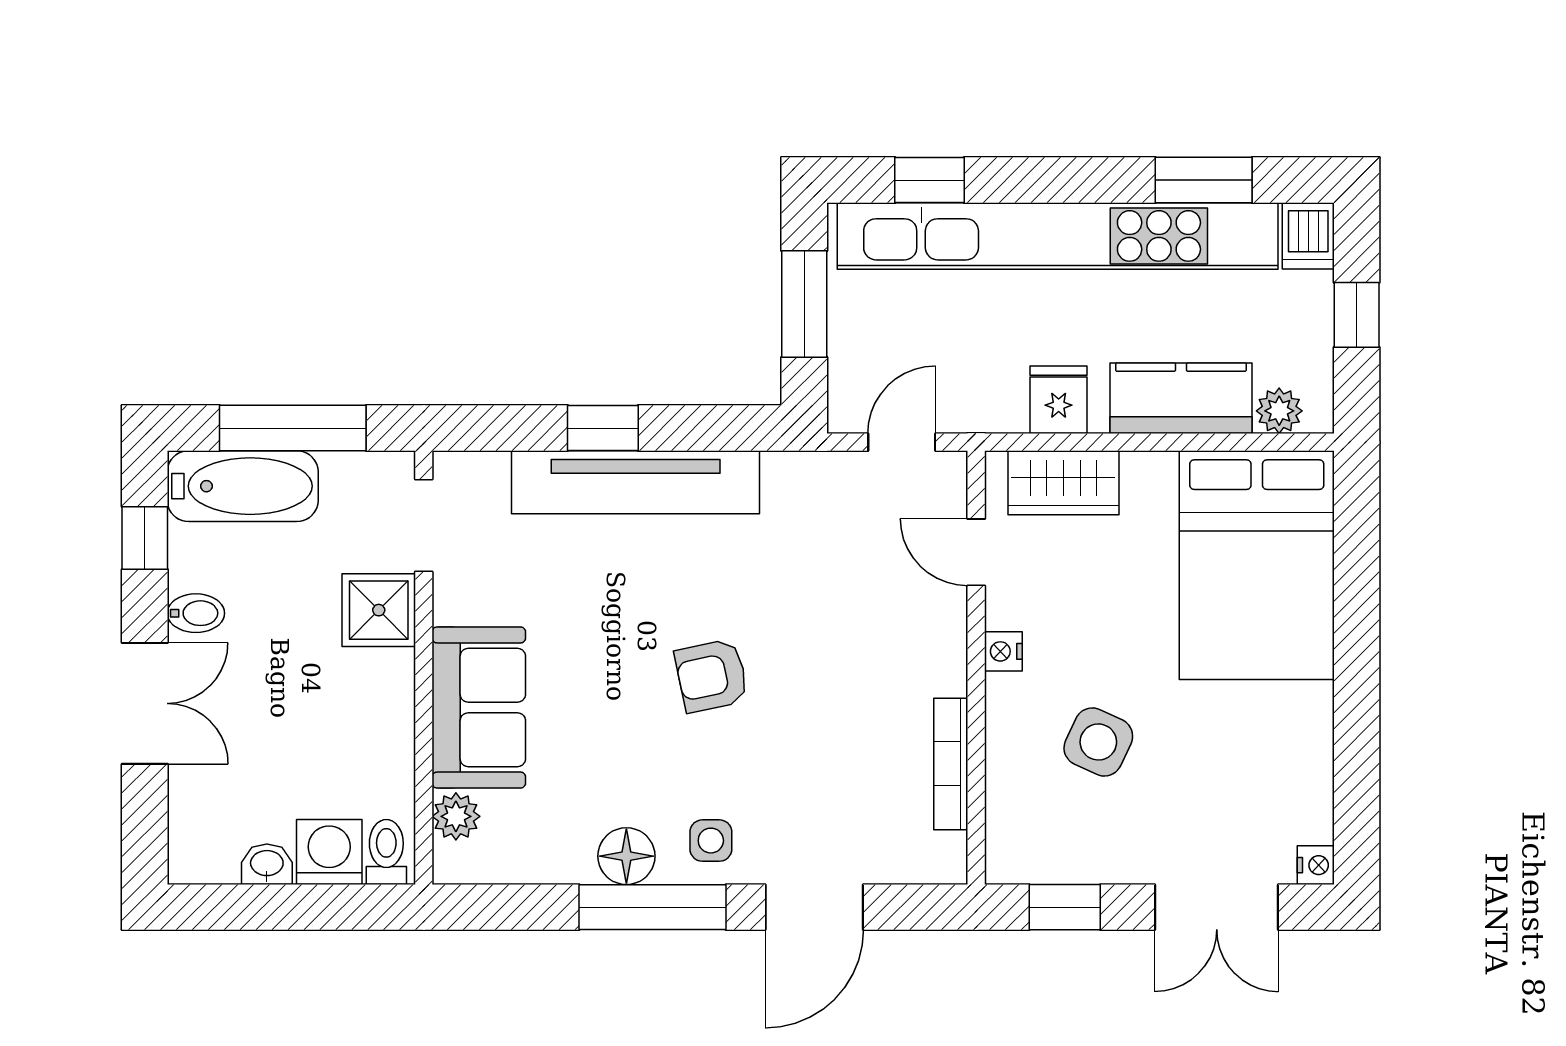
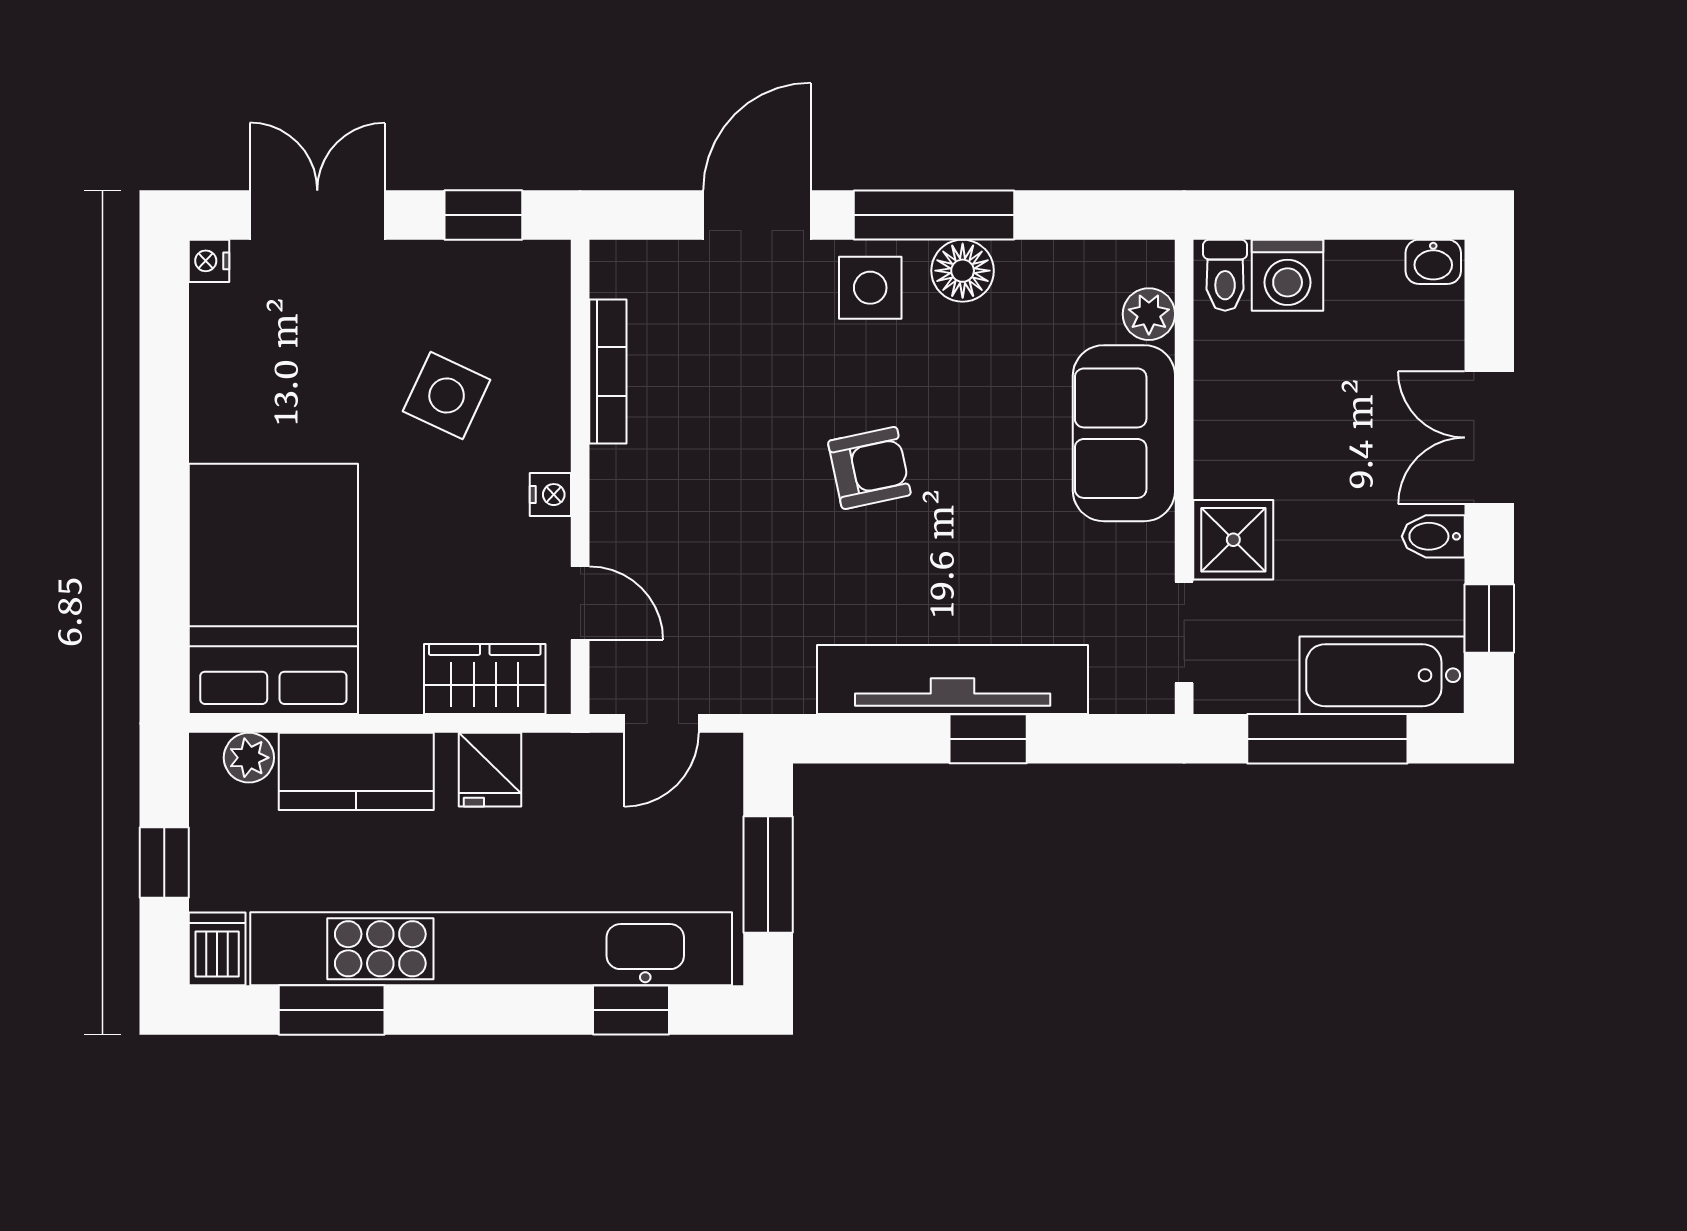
side table: (711, 841) -> (870, 288), width x1.37, depth x1.37
washbasin: (267, 864) -> (1433, 262), moved

